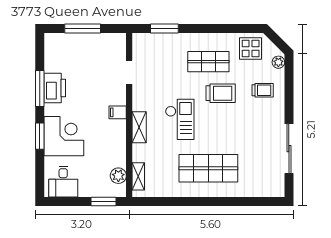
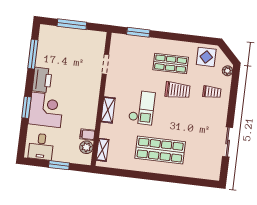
window: (40, 88) -> (33, 54), moved
printer: (55, 88) -> (42, 80), moved
filing cabinet: (118, 112) -> (87, 135), moved
sliding door: (289, 149) -> (228, 142), width x0.73
window: (104, 201) -> (59, 165), moved

